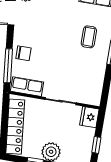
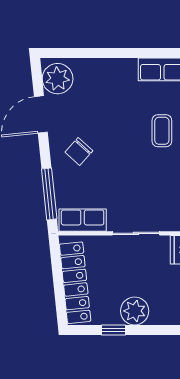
chair: (23, 53) -> (79, 151), moved, turned 132

